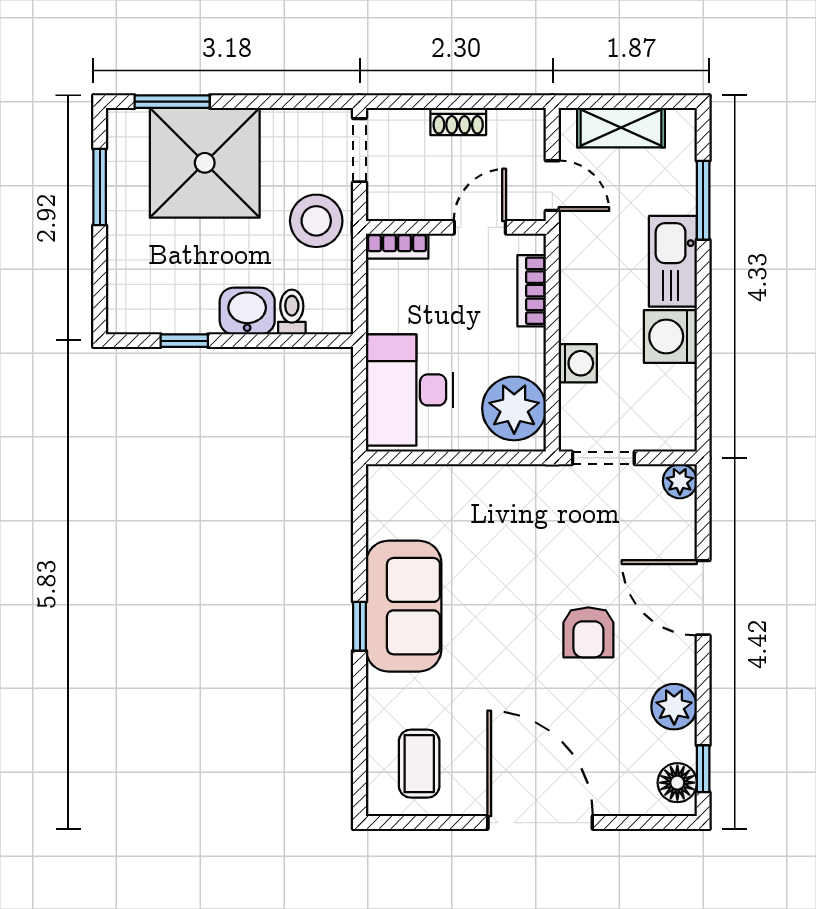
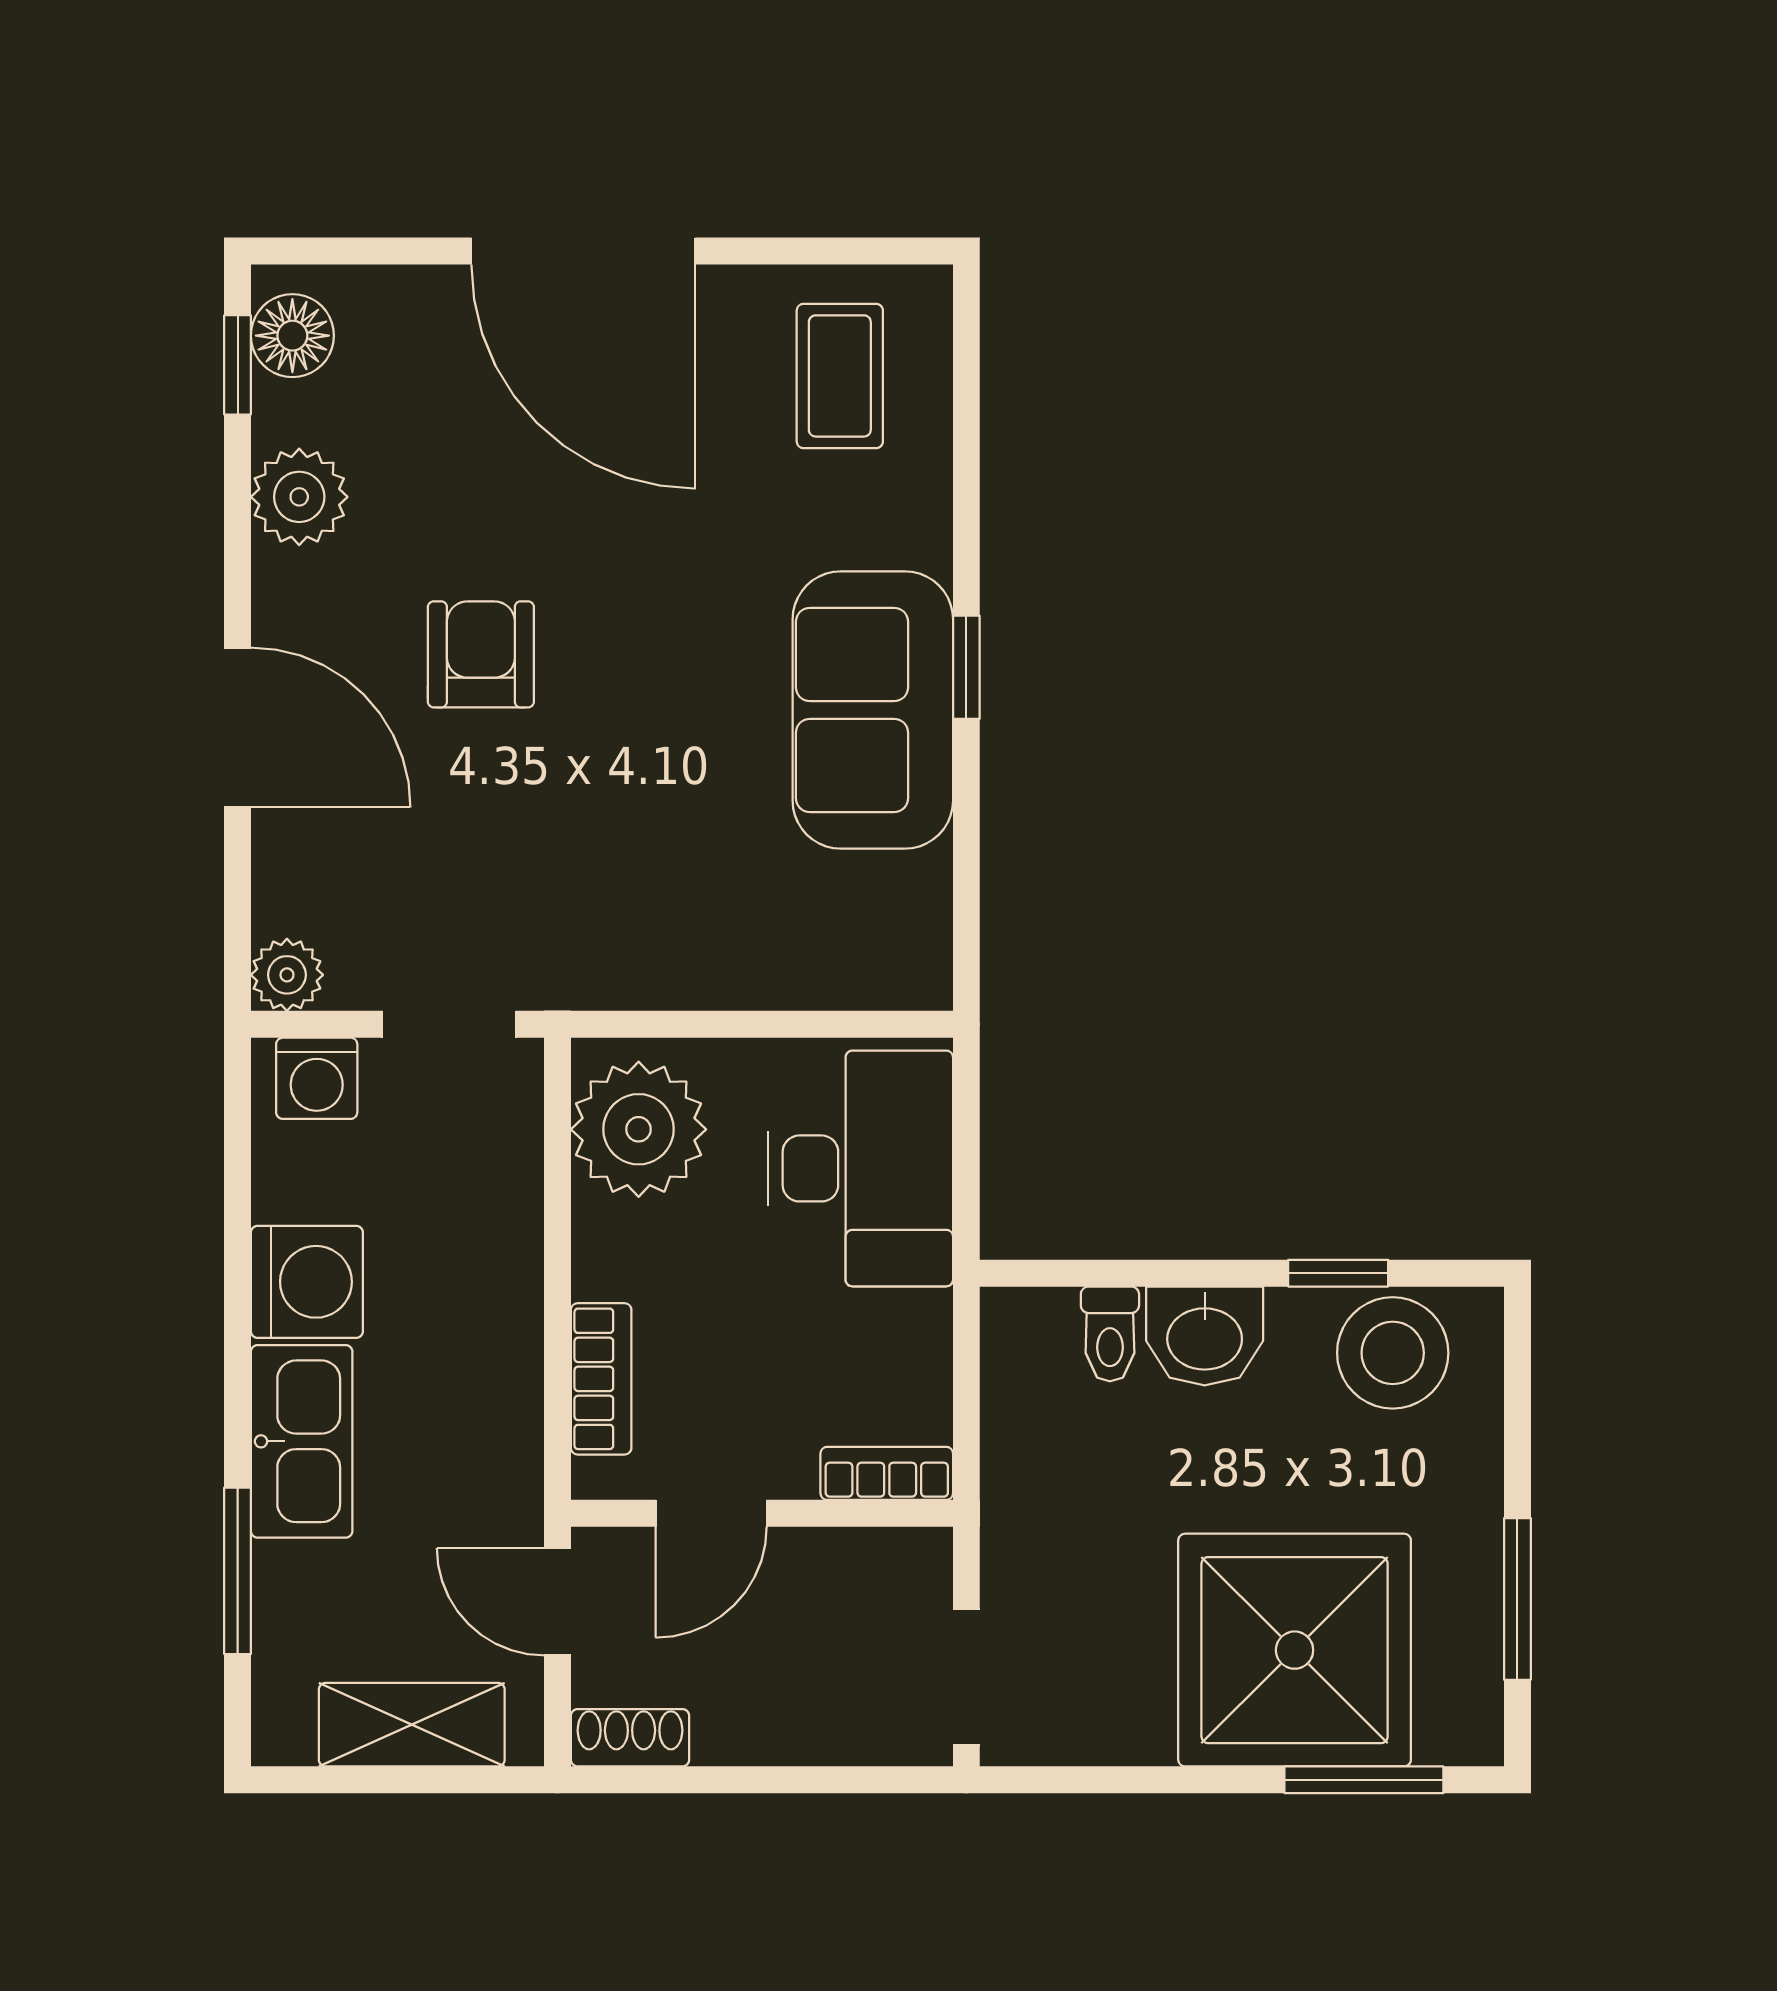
shoe rack: (458, 122) -> (630, 1738), moved
stool: (316, 221) -> (1393, 1353), moved
washing machine: (578, 363) -> (317, 1078), moved, turned -90

